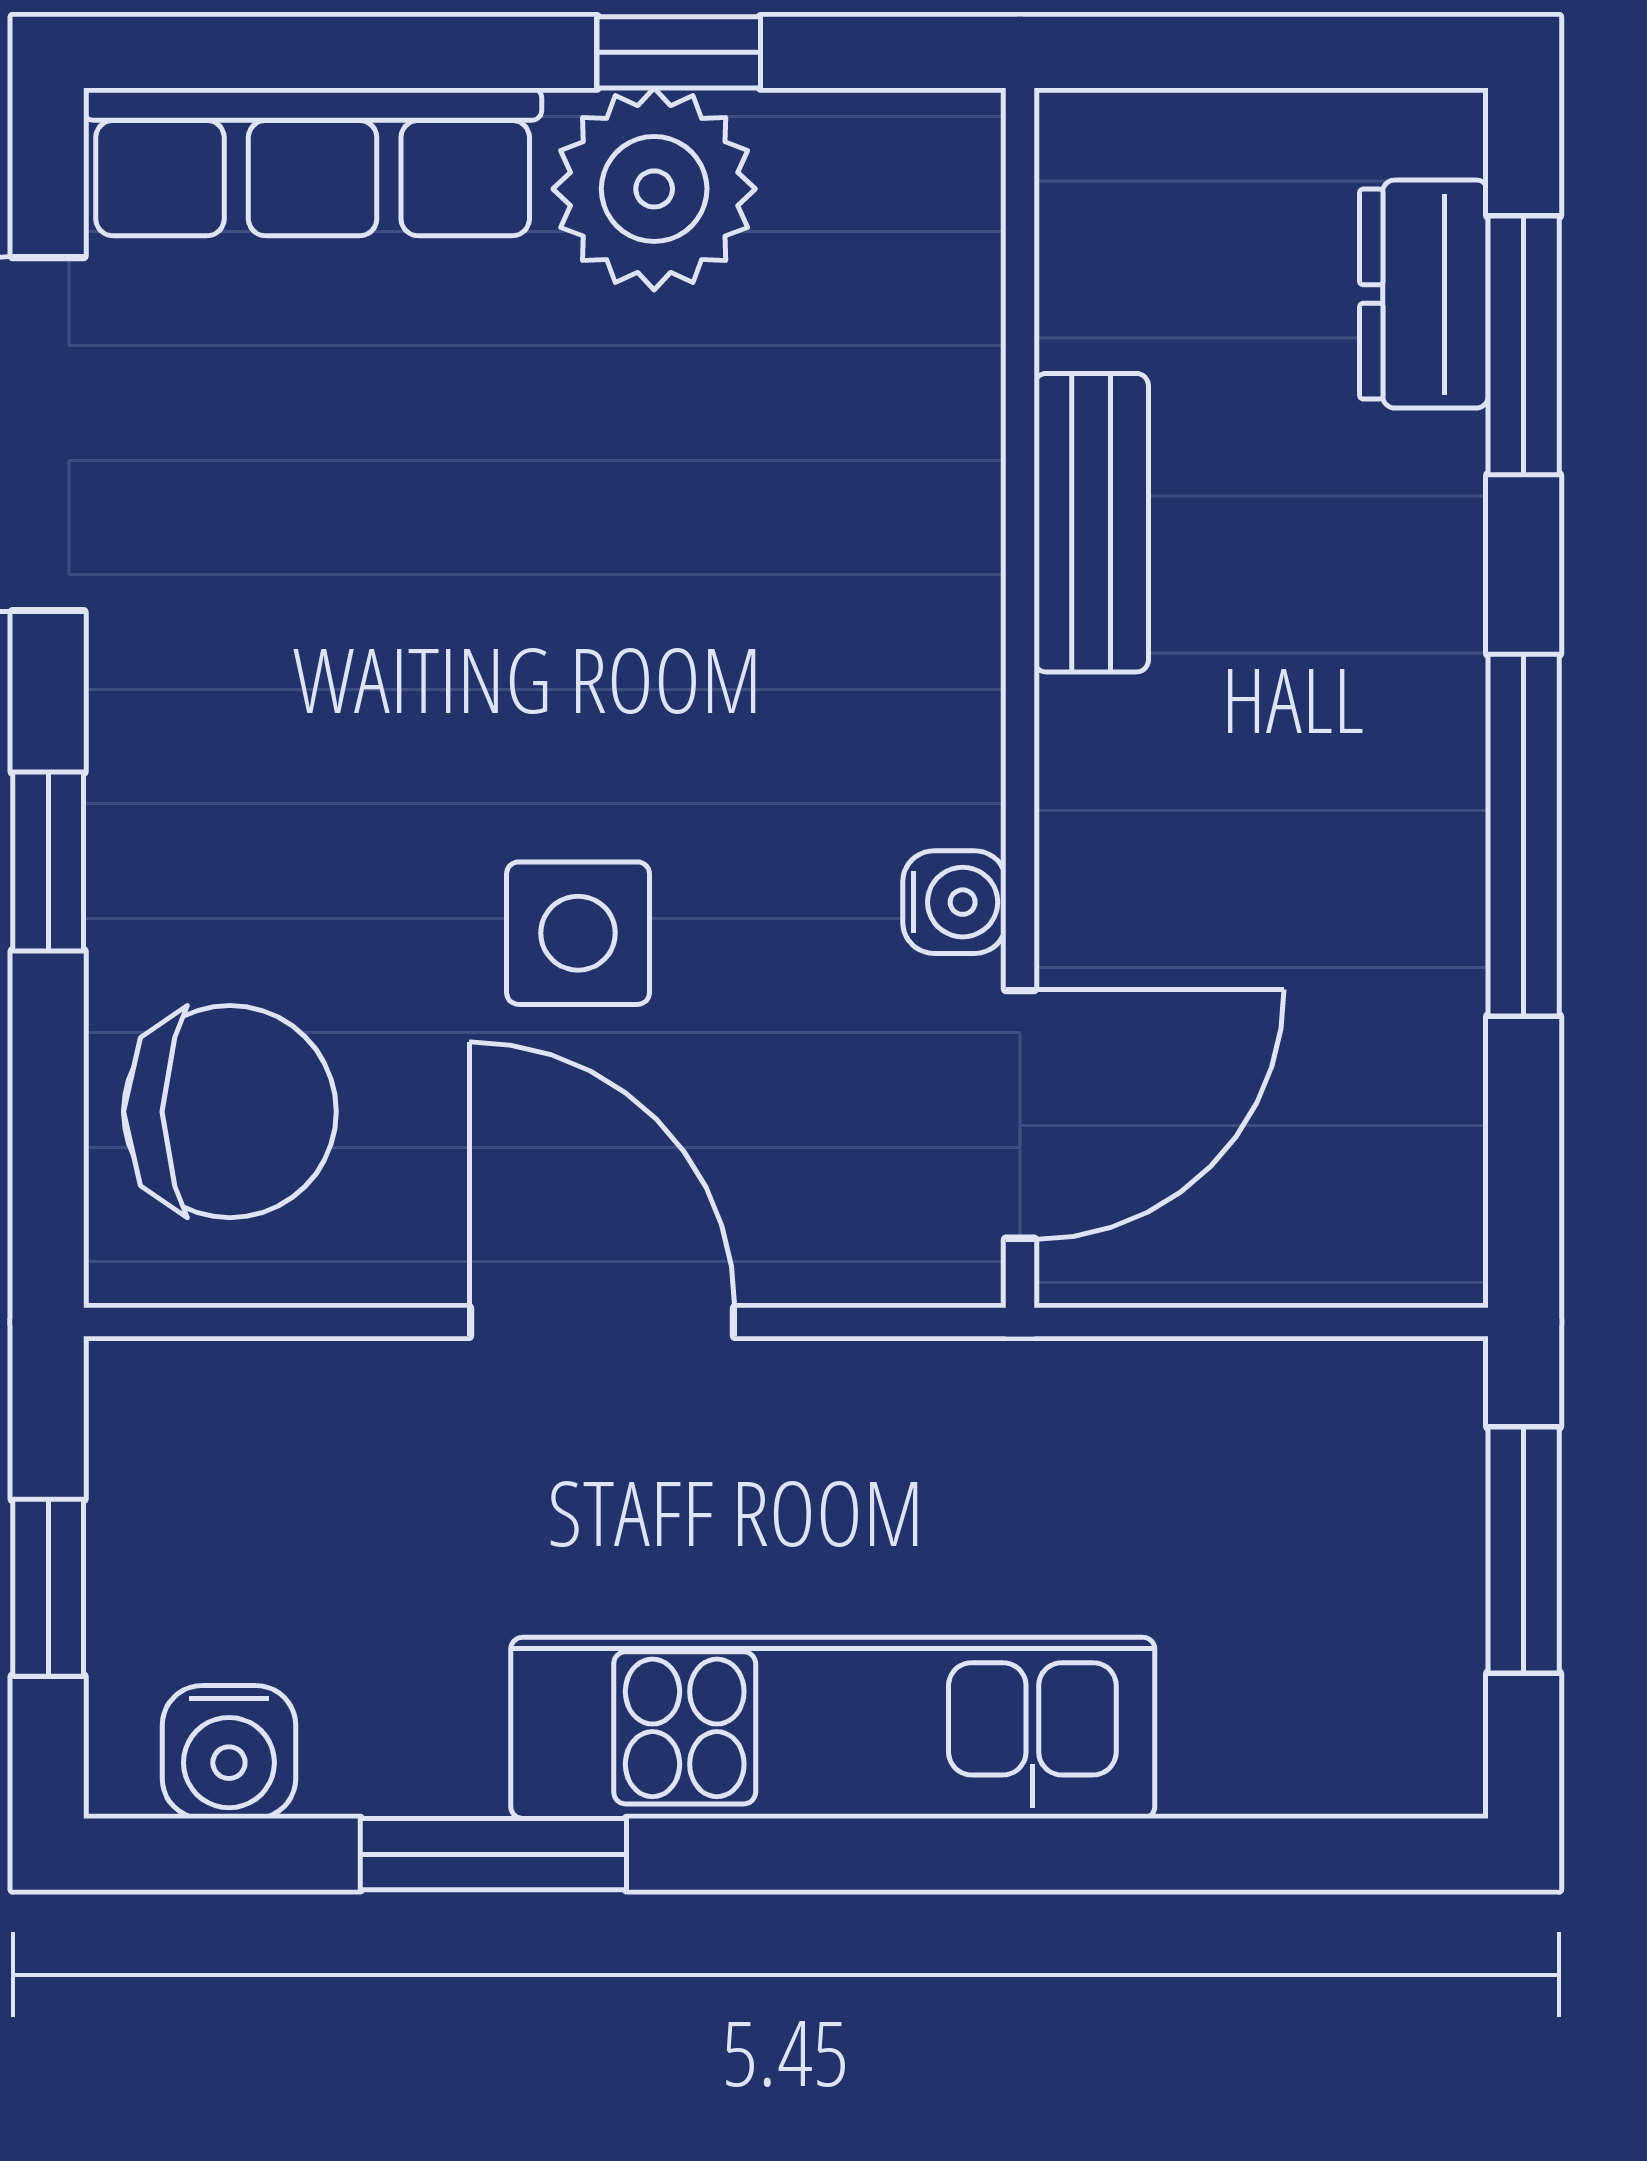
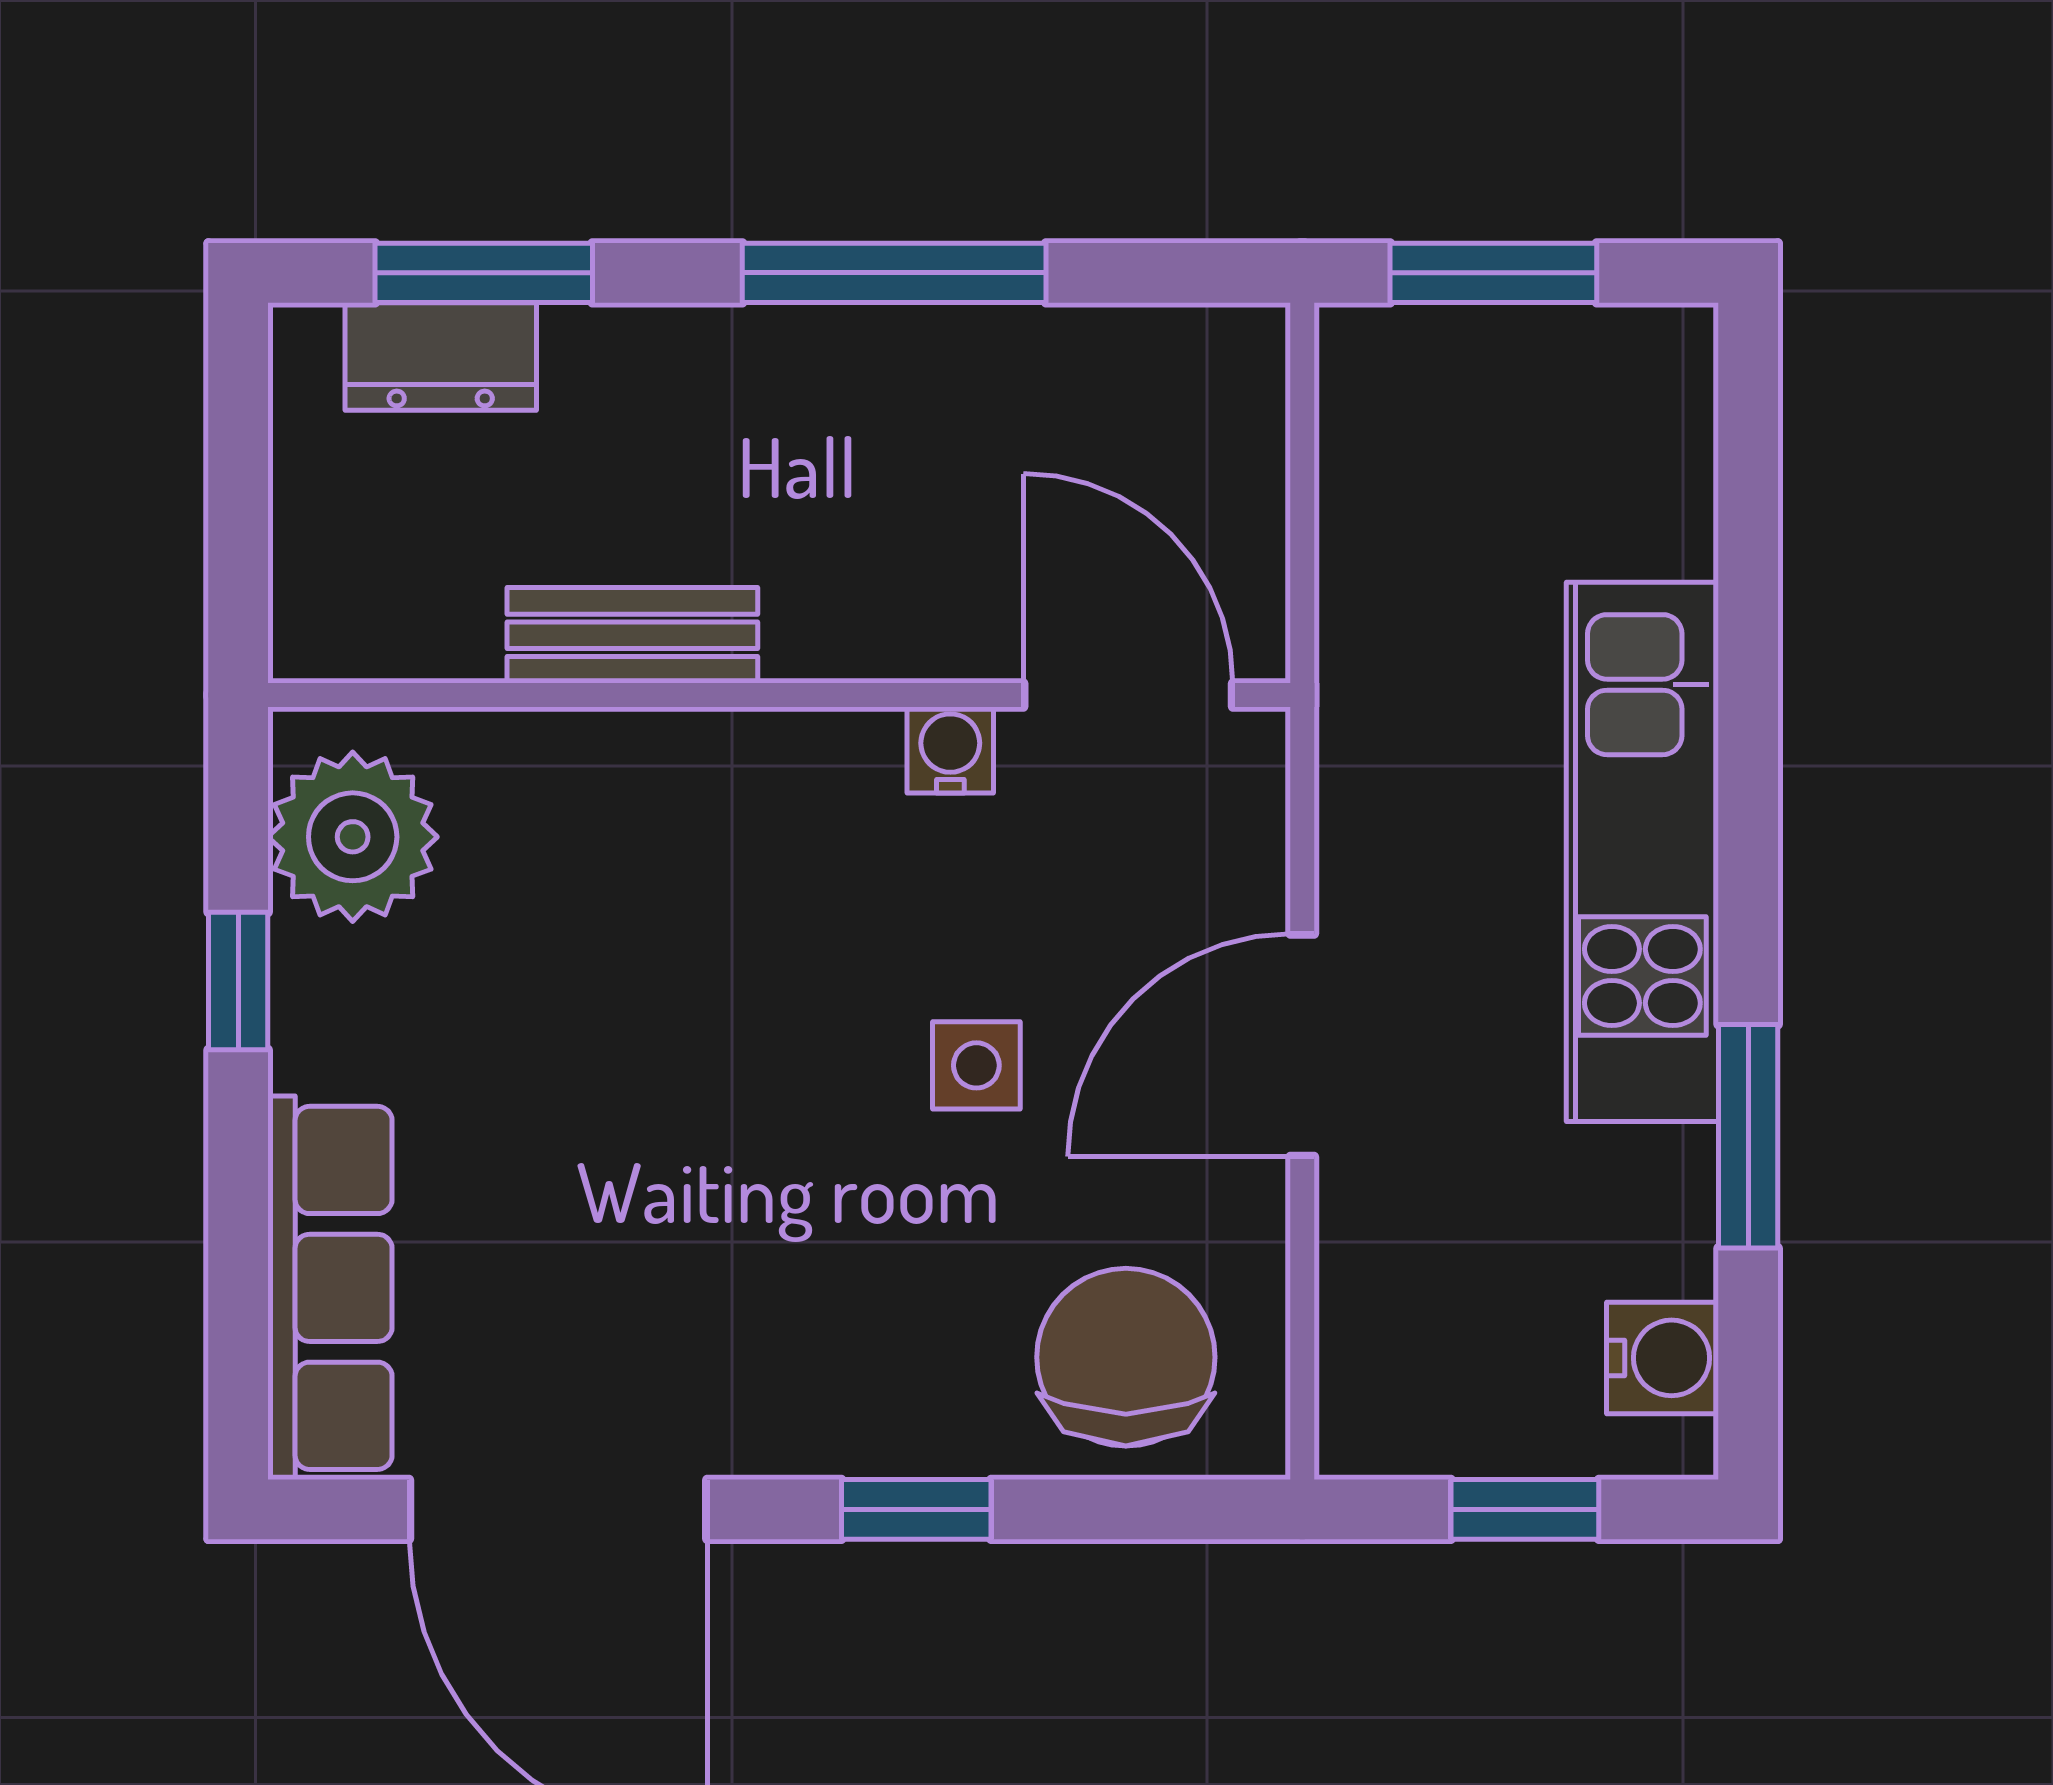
plant: (654, 189) -> (353, 837), moved
side table: (578, 933) -> (976, 1065), width x0.73, depth x0.73

